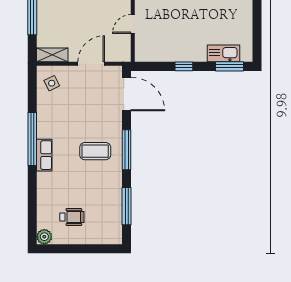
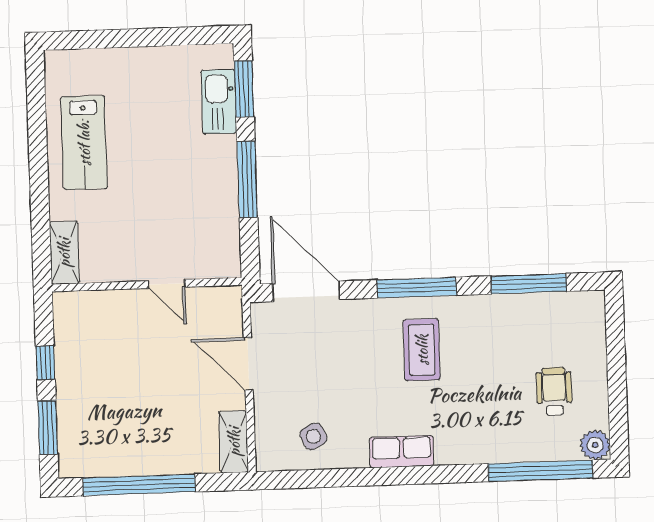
window: (184, 66) -> (247, 179), width x2.17
side table: (52, 83) -> (313, 436), moved
door: (127, 94) -> (306, 291), hinge flipped
window: (32, 139) -> (541, 471), moved
row of seats: (44, 155) -> (402, 452), moved

